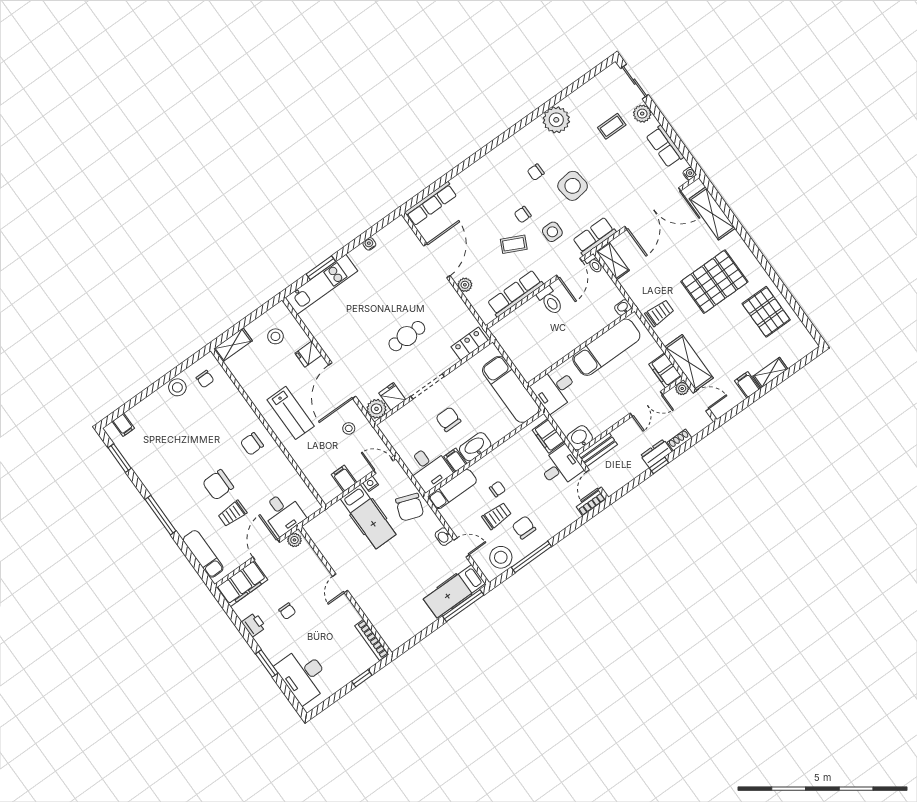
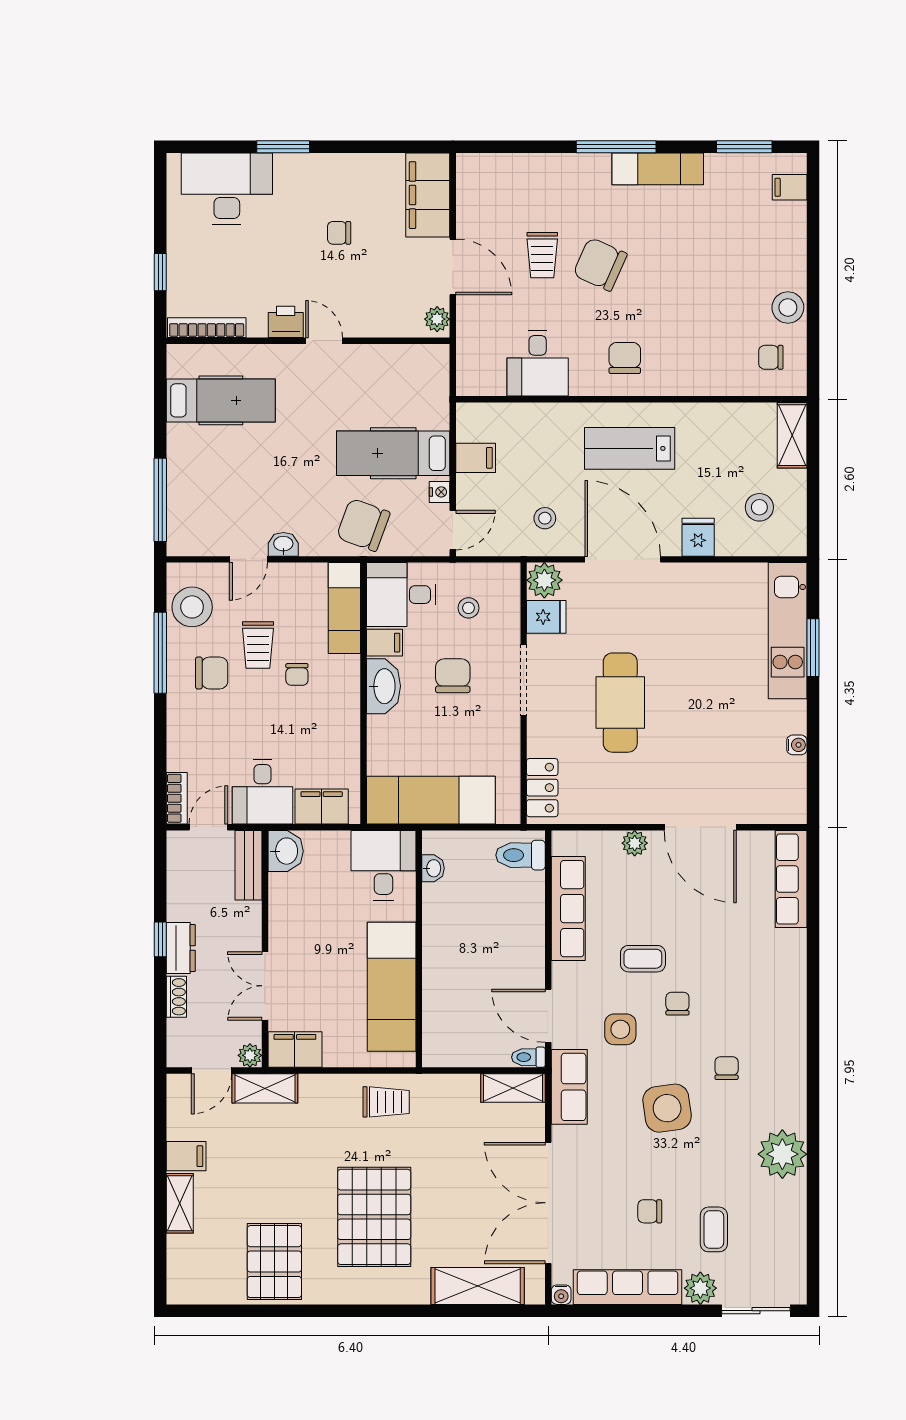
row of seats: (665, 146) -> (628, 1287), width x1.48
chair: (624, 161) -> (650, 1211), added
coffee table: (514, 244) -> (643, 959), turned 64
toilet: (550, 301) -> (521, 855), moved
washbasin: (623, 307) -> (433, 868), moved
pallet: (766, 312) -> (274, 1262), turned 90
trolley: (659, 313) -> (386, 1102), turned -90
cafe table: (407, 336) -> (620, 703), width x1.37, depth x1.35
shelving: (689, 362) -> (265, 1088), width x0.67, depth x0.75
chair: (448, 419) -> (453, 676), turned -90
stool: (413, 434) -> (468, 608), added
door: (594, 480) -> (208, 827), hinge flipped
chair: (218, 485) -> (600, 264), turned -66
trolley: (232, 513) -> (542, 255), turned 180
desk: (283, 513) -> (538, 363), moved, turned -90
exam couch: (203, 554) -> (658, 169), moved
hospital bed: (454, 591) -> (221, 400), moved, turned 90
printer: (254, 625) -> (286, 322), moved, turned 180

